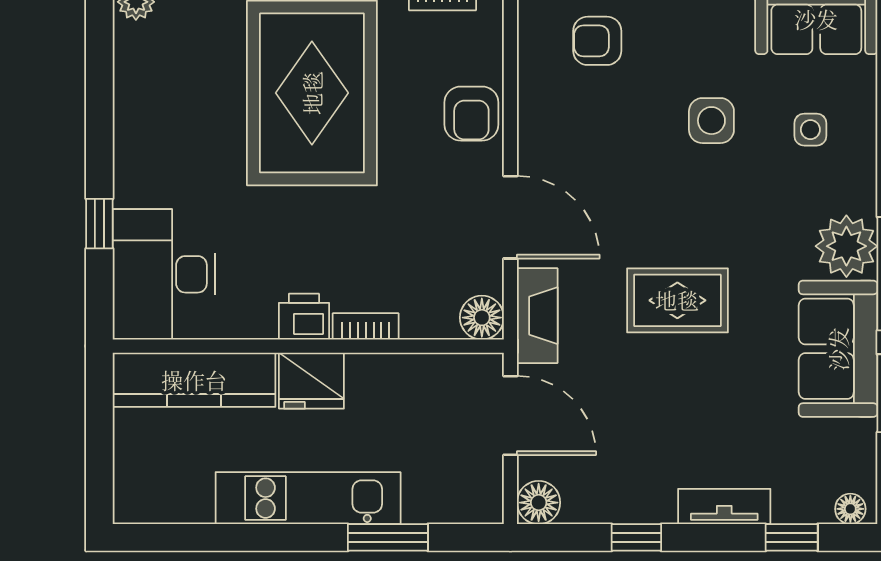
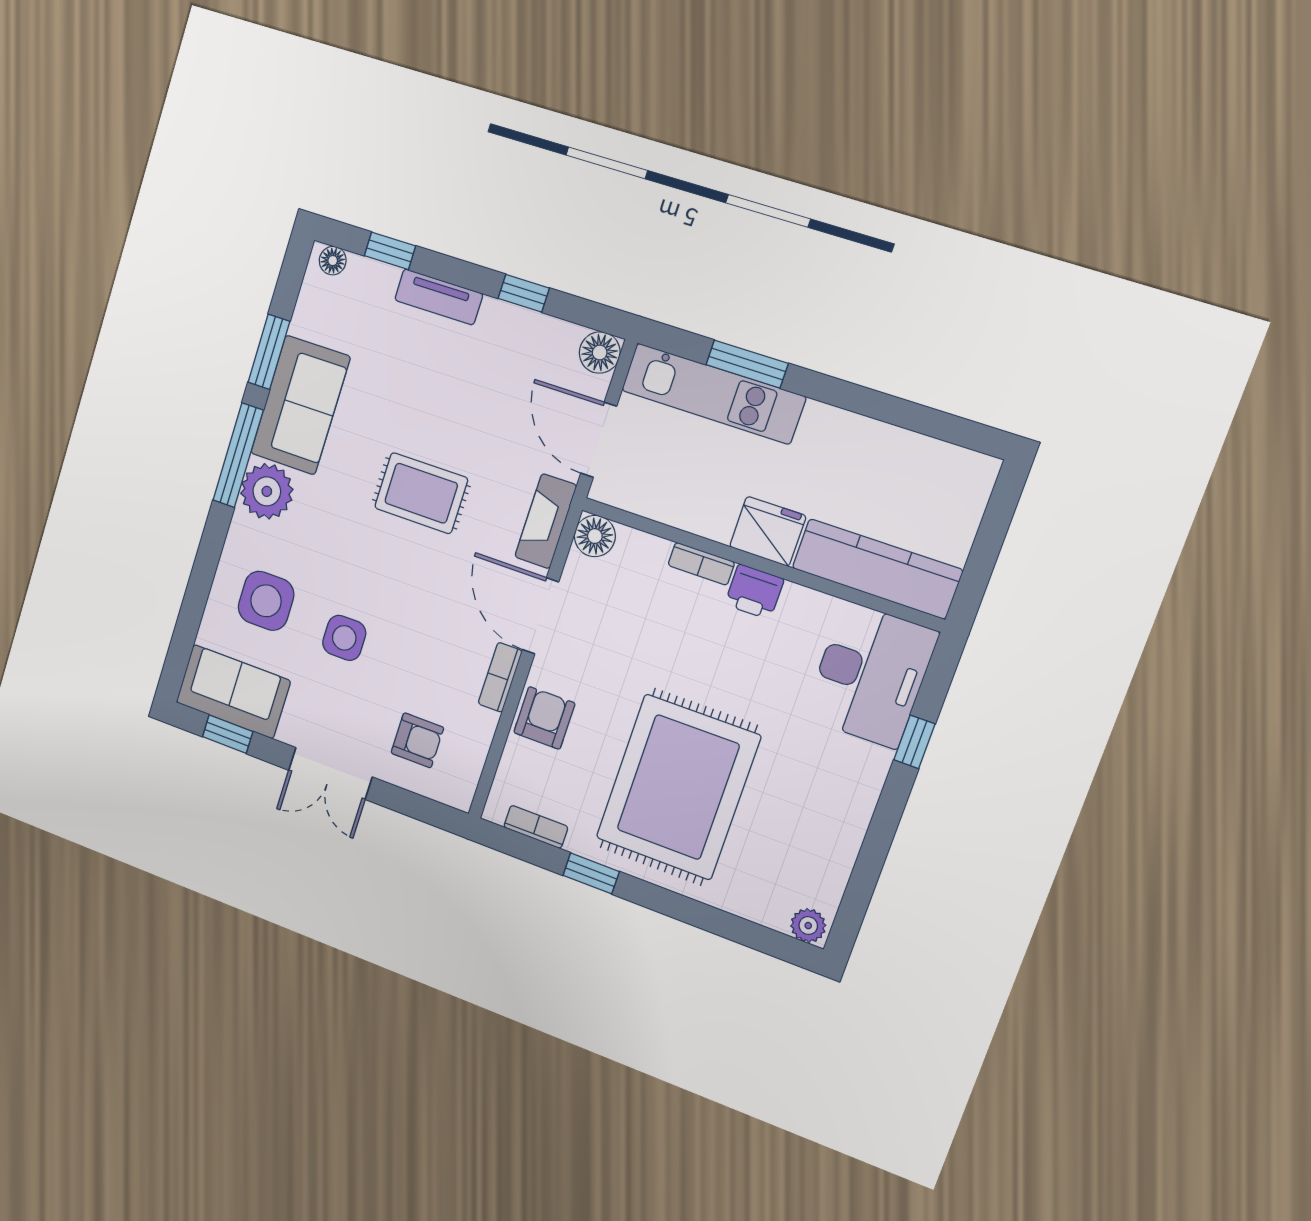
side table: (810, 130) -> (266, 601), width x1.87, depth x1.87
bookcase: (531, 139) -> (500, 677), added
kitchen unit: (308, 498) -> (713, 393), moved

